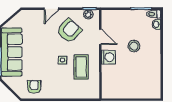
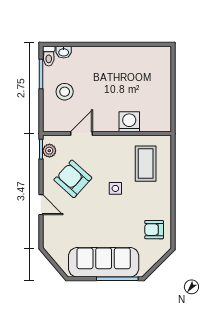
stool: (134, 46) -> (65, 92), moved
washing machine: (108, 57) -> (129, 122), moved
coffee table: (81, 67) -> (146, 164), moved, turned 90

